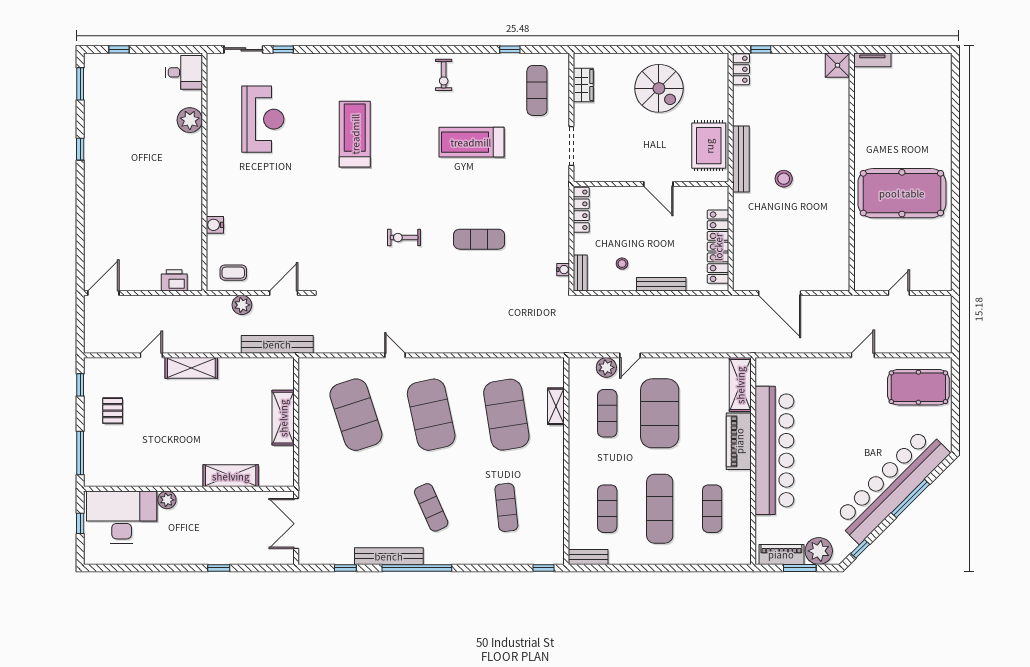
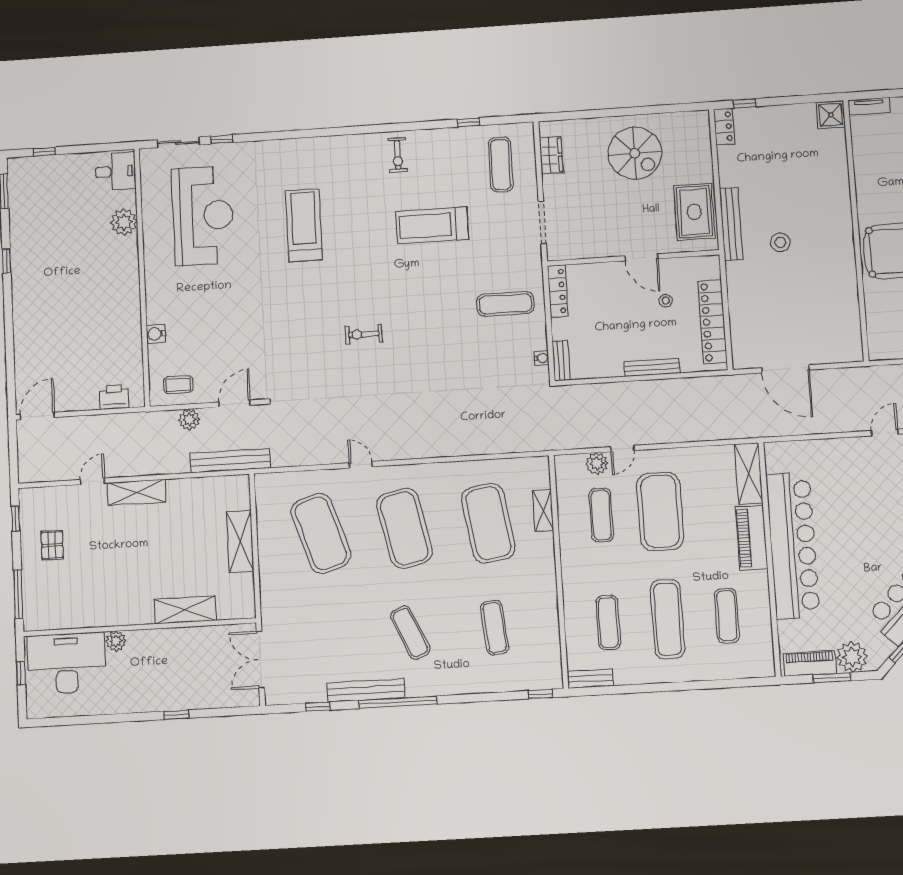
reception desk: (263, 119) -> (203, 216), width x1.36, depth x1.30
exercise mat: (479, 239) -> (505, 304), moved
stool: (622, 264) -> (666, 301), moved

